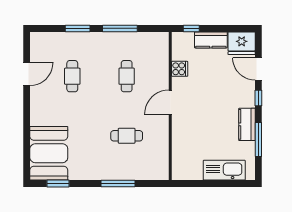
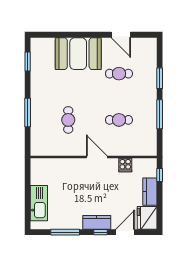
kitchen counter: (247, 124) -> (97, 222), moved
booth: (49, 153) -> (78, 54), moved

